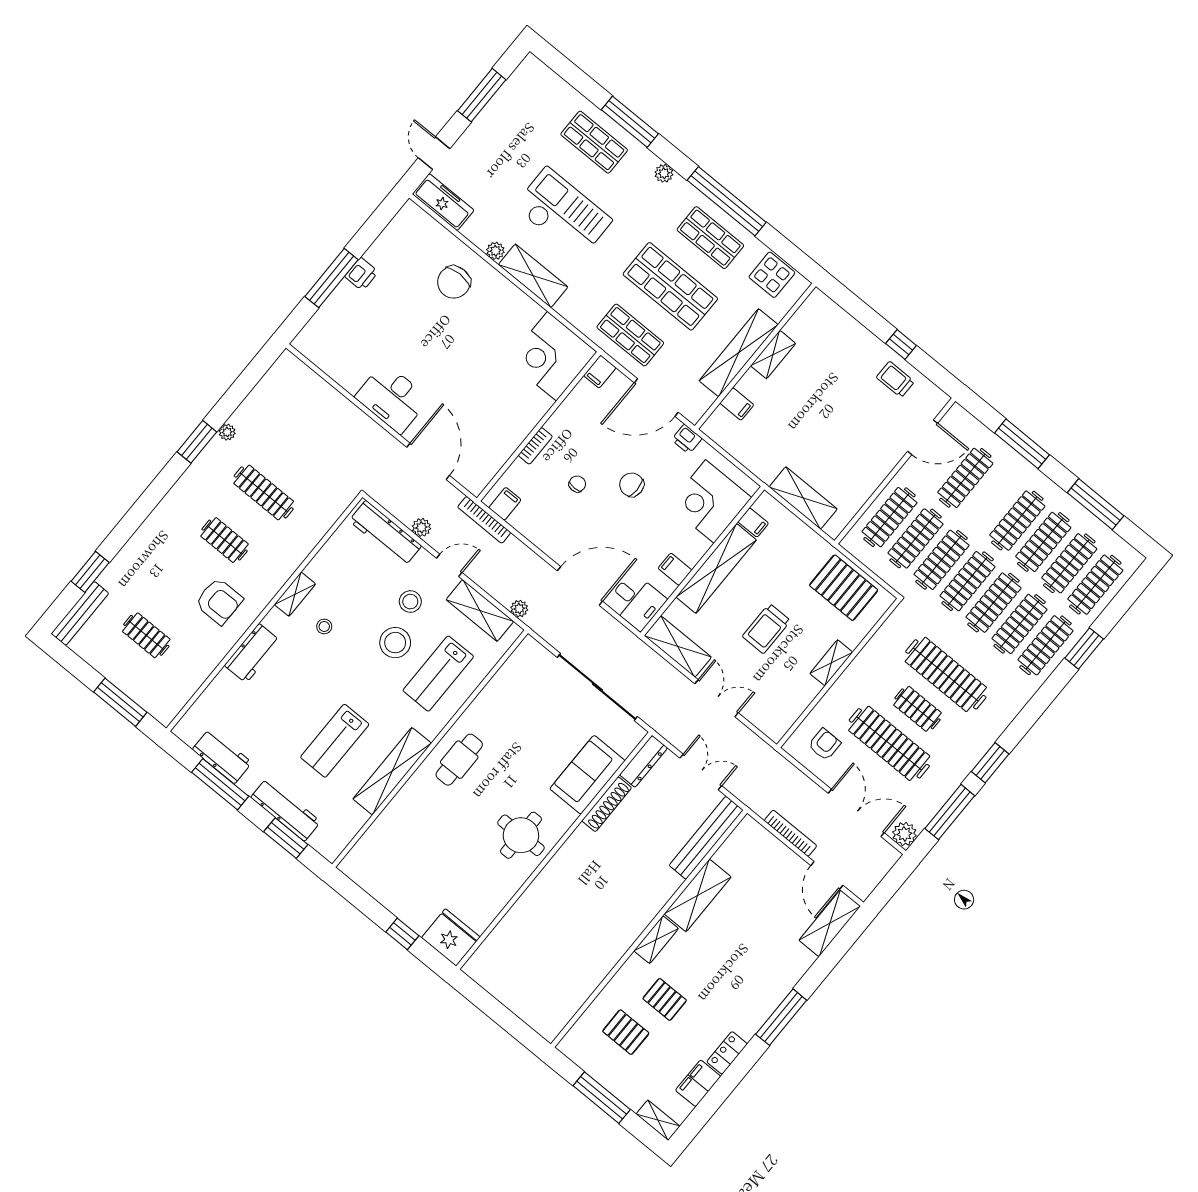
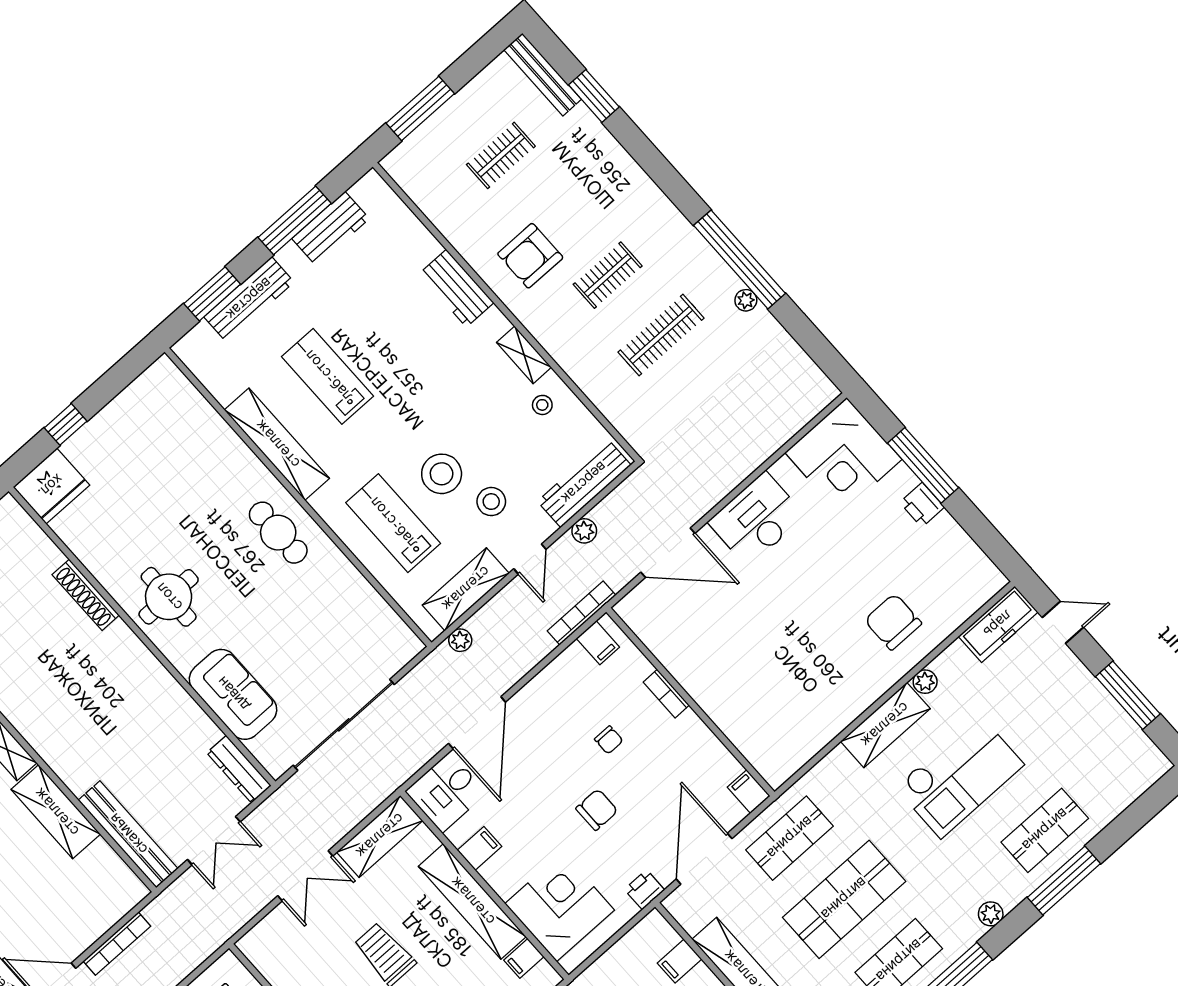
corner desk: (552, 356) -> (843, 456), moved, turned 180
window: (197, 442) -> (740, 259), width x2.11
stool: (324, 626) -> (542, 405), moved
shoe rack: (607, 804) -> (86, 595), moved

